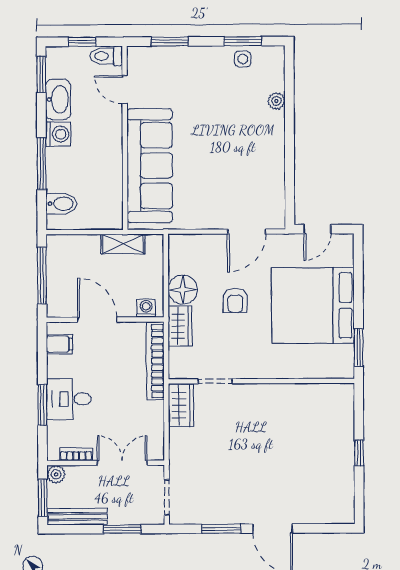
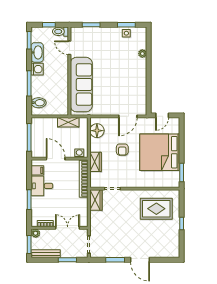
floor lamp: (183, 290) -> (97, 131), moved
desk: (69, 399) -> (42, 186), moved
rug: (306, 423) -> (156, 209), added

